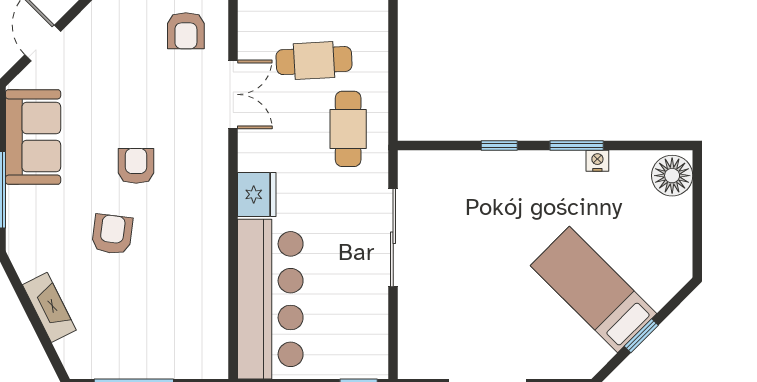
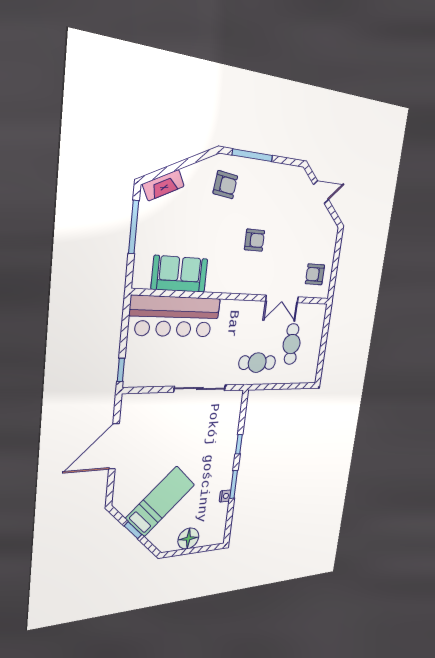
sofa: (33, 137) -> (180, 274), moved, turned 180
floor lamp: (672, 176) -> (188, 539), moved
fridge: (257, 194) -> (231, 310), removed
armchair: (112, 234) -> (225, 185), moved
fireplace: (49, 307) -> (163, 185), moved

